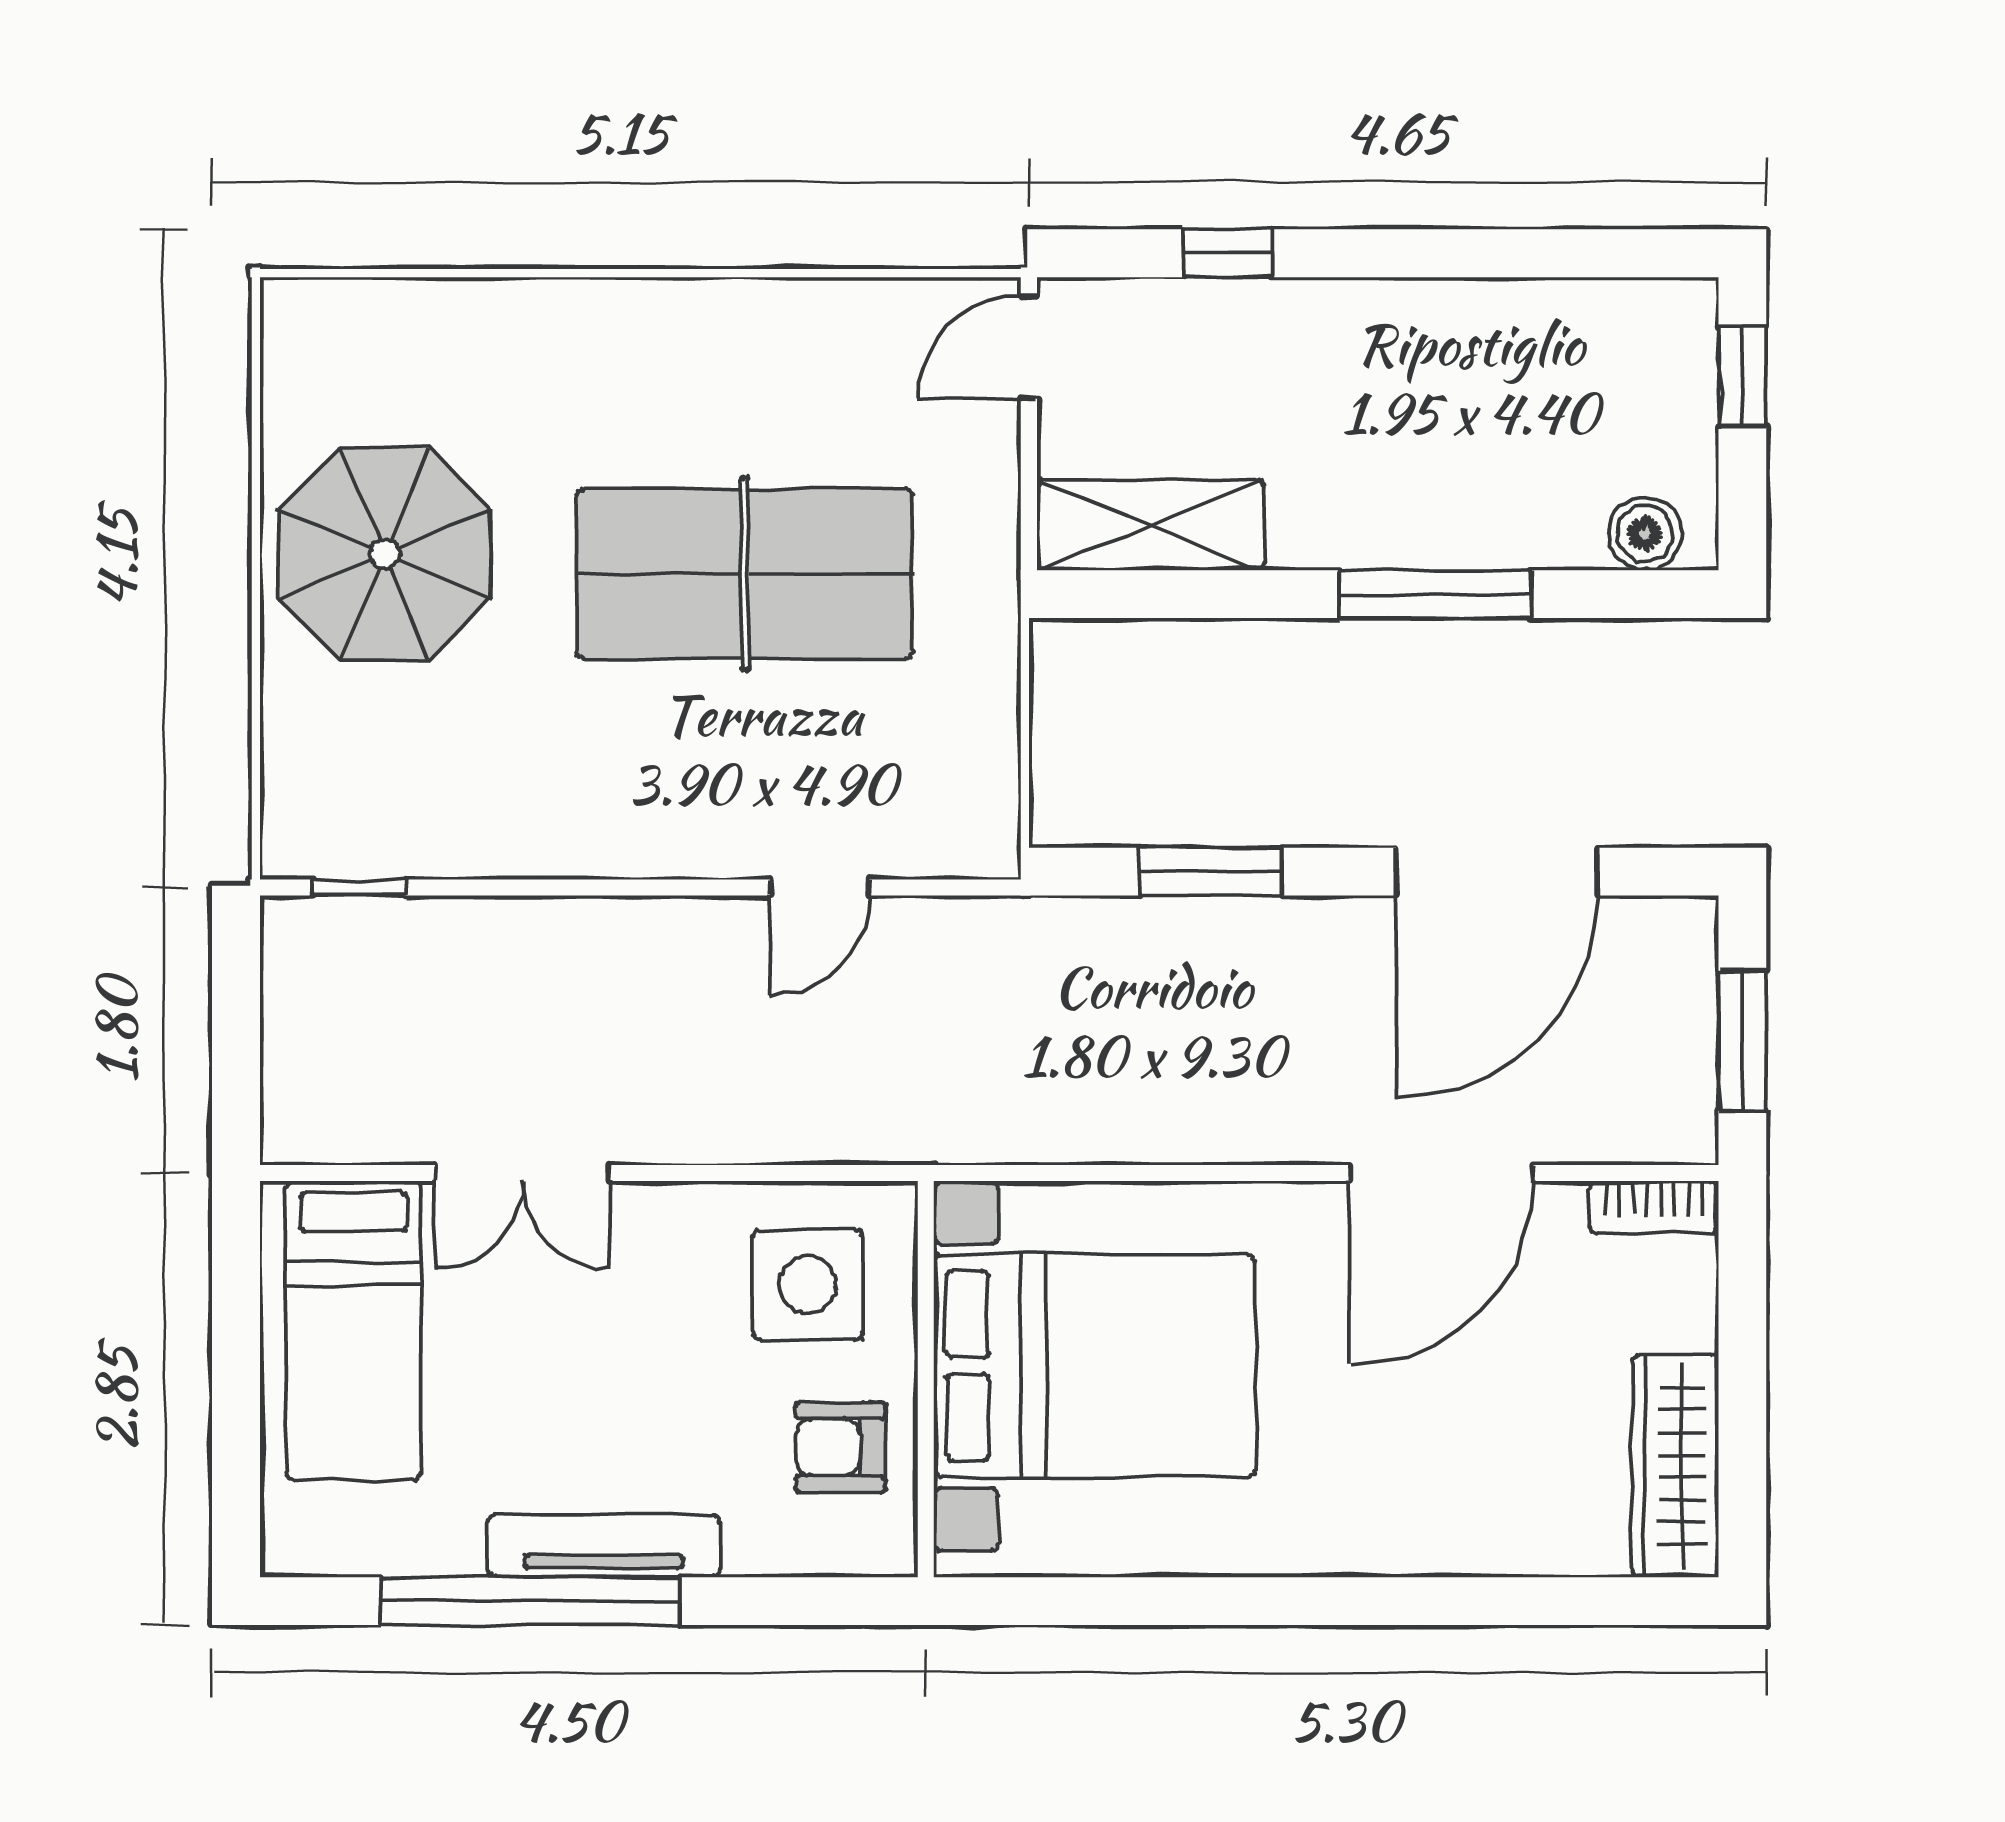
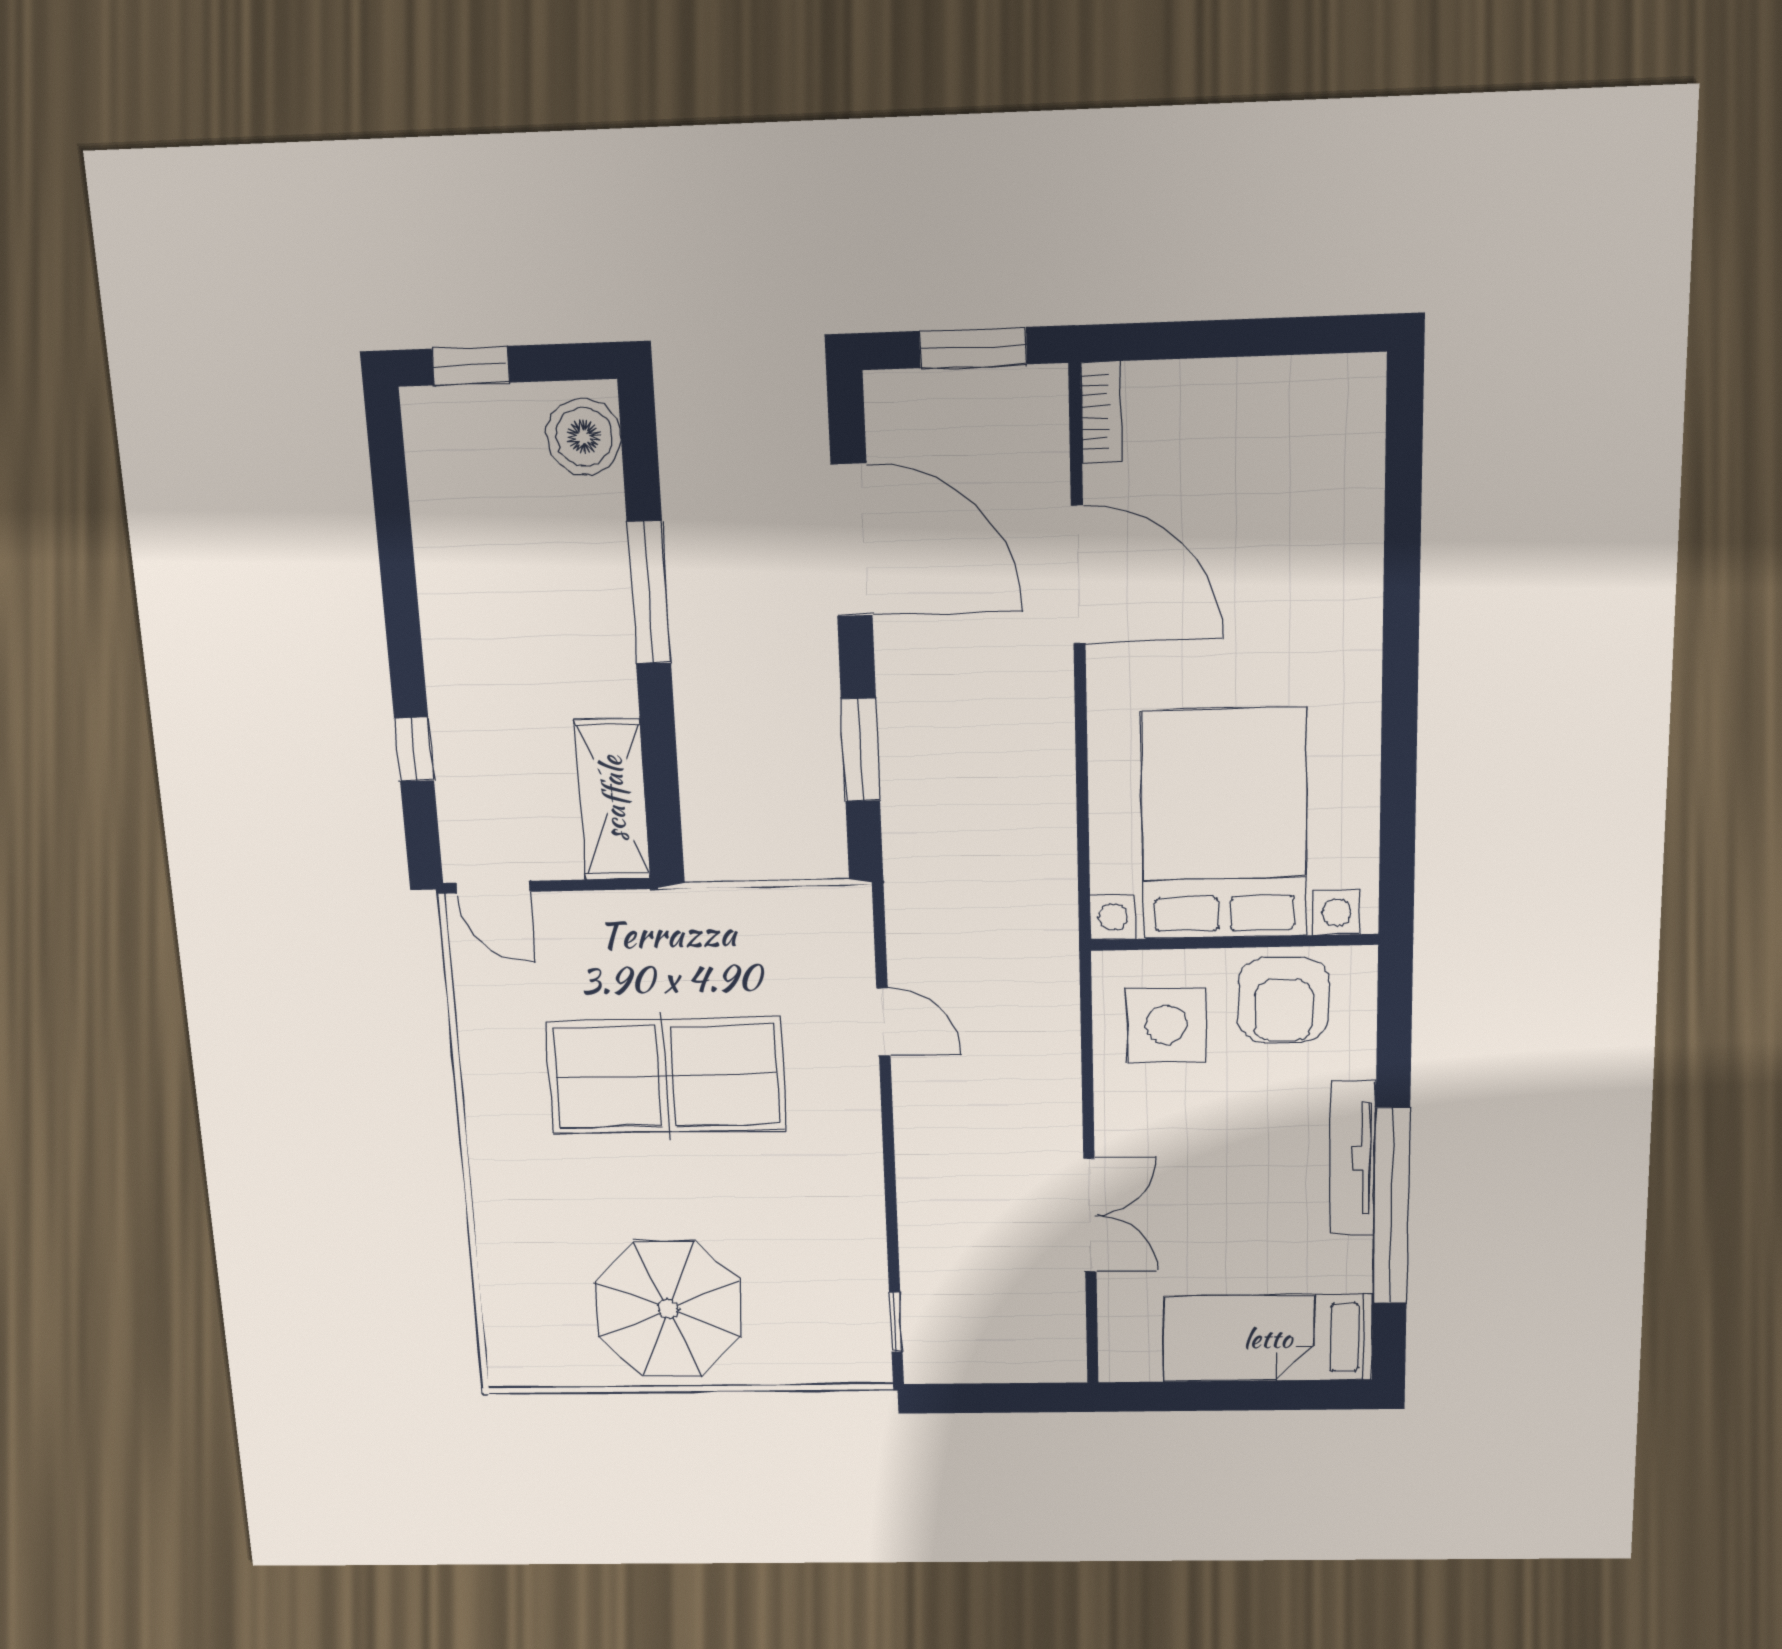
boiler: (1645, 534) -> (584, 437), width x1.36, depth x1.36
table tennis table: (745, 574) -> (666, 1076), turned 90
bed: (354, 1331) -> (1268, 1338), moved, turned 180
armchair: (840, 1447) -> (1283, 1000), width x1.38, depth x1.38
wardrobe: (1676, 1466) -> (1300, 388), removed

